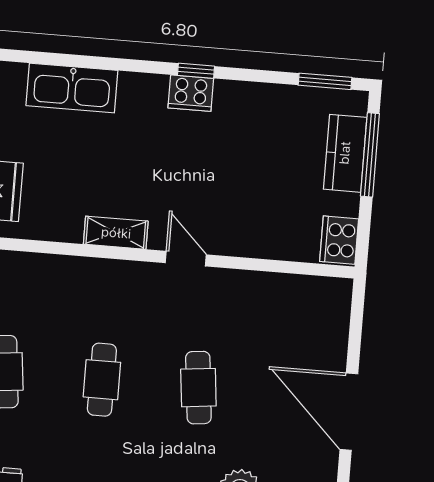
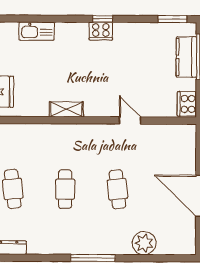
kitchen sink: (72, 88) -> (37, 31), width x0.73, depth x0.81
door: (186, 259) -> (130, 121), moved

